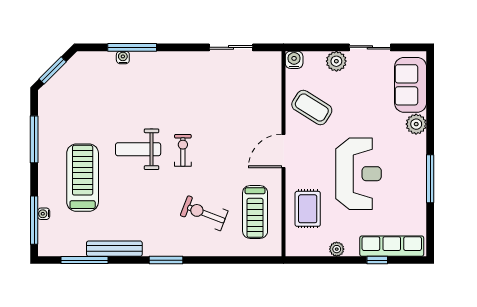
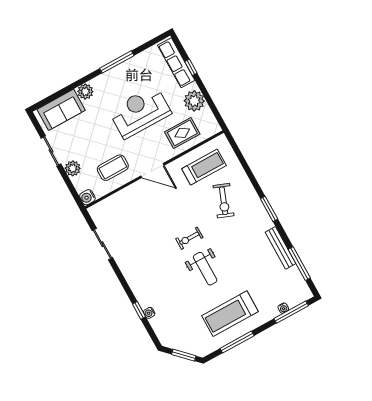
window: (132, 47) -> (139, 310), width x0.46
coffee table: (312, 107) -> (113, 168), turned 58
treadmill: (83, 178) -> (230, 314), moved
plant: (337, 249) -> (194, 101), width x1.87, depth x1.87

